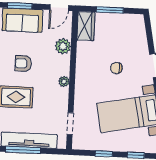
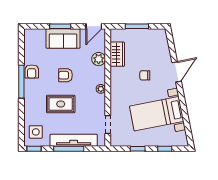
wardrobe: (86, 26) -> (117, 54), moved

